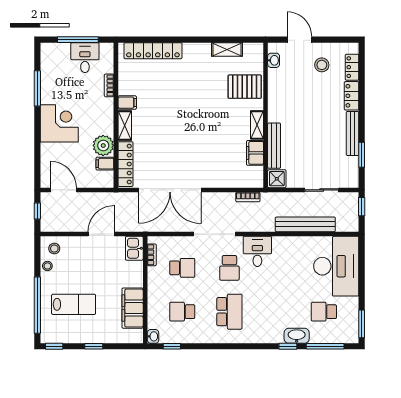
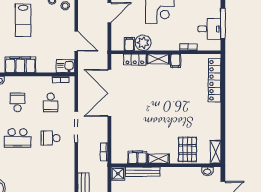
shelving: (227, 49) -> (216, 152), moved
locker: (126, 164) -> (135, 60), width x0.66
desk: (257, 251) -> (63, 159), removed

